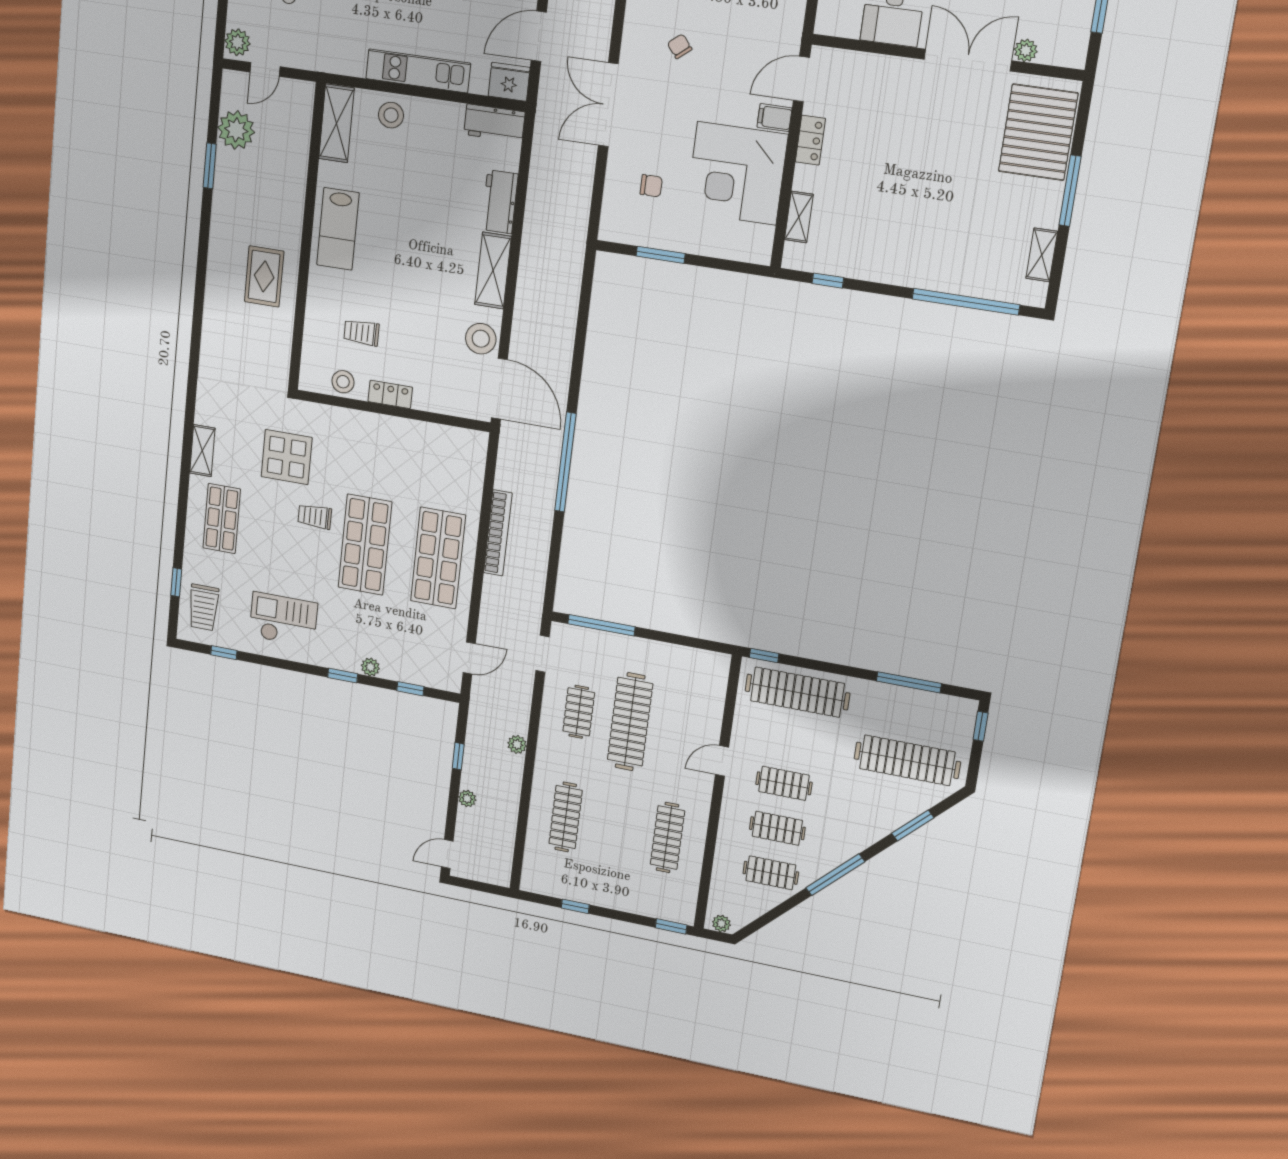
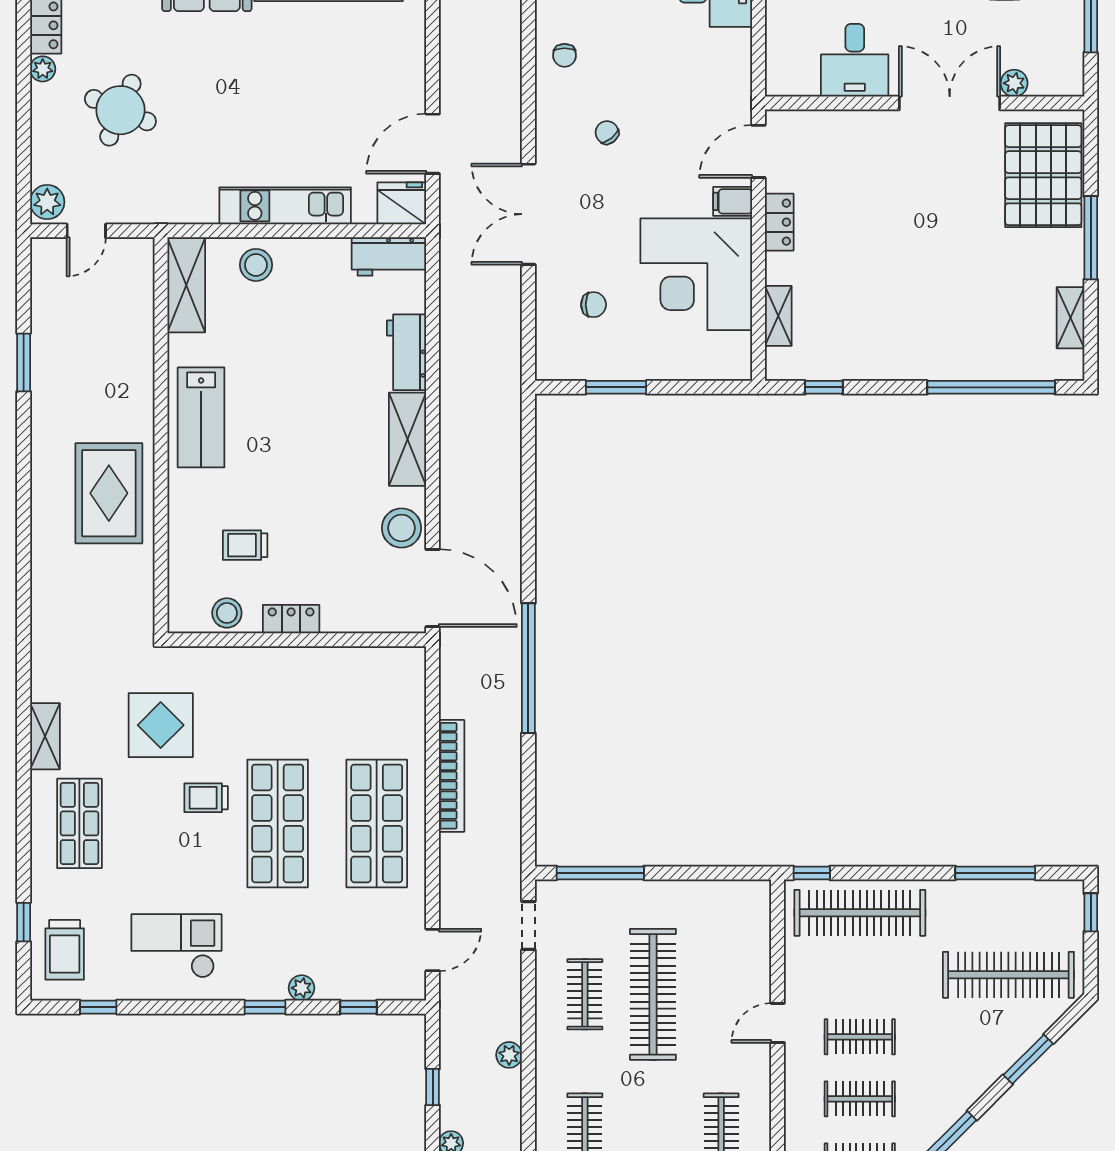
plant: (236, 130) -> (55, 312), removed
rug: (264, 276) -> (109, 493), width x1.36, depth x1.43

